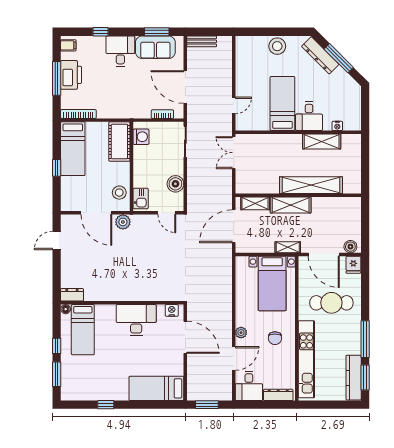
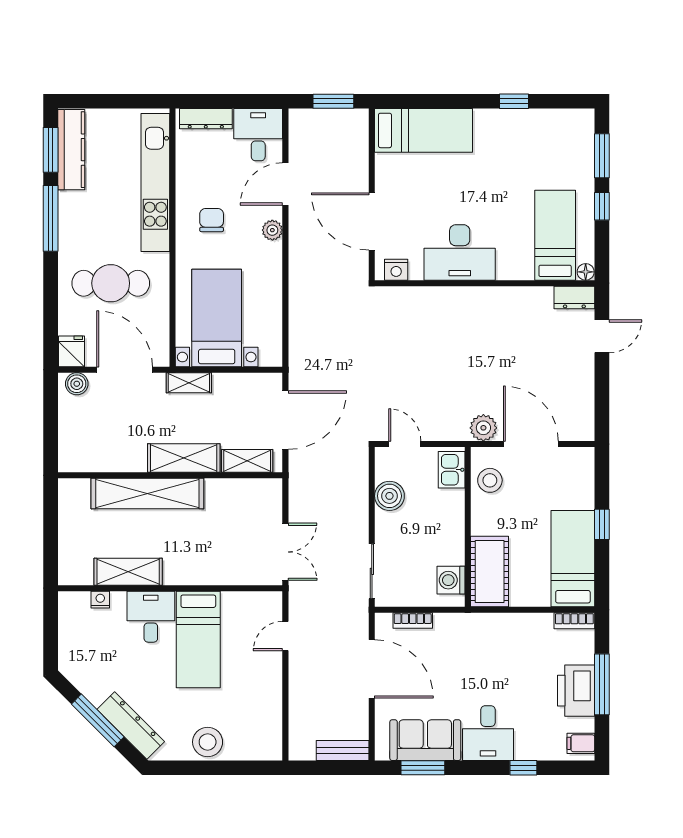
bookcase: (78, 114) -> (574, 621), width x0.64
door: (57, 240) -> (602, 336), moved

